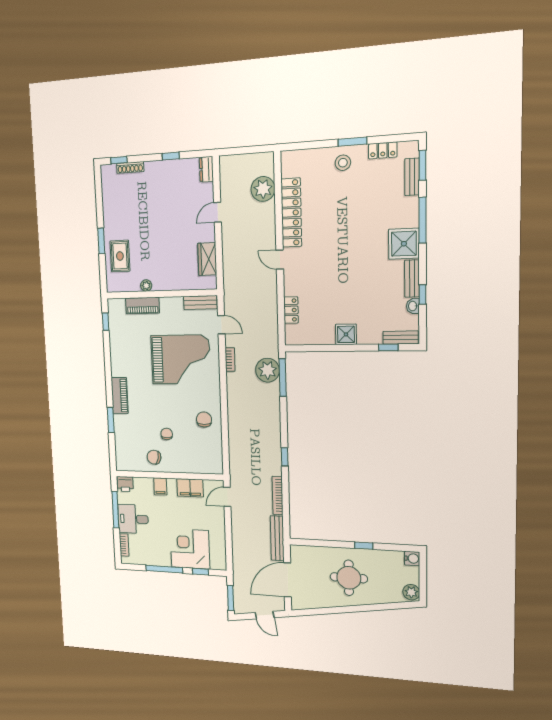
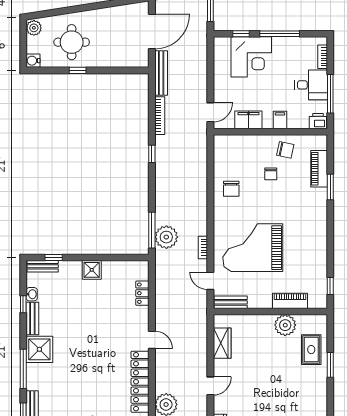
plant: (146, 286) -> (285, 325), width x1.88, depth x1.88
piano: (120, 395) -> (319, 169), moved
round table: (349, 578) -> (72, 42), moved

